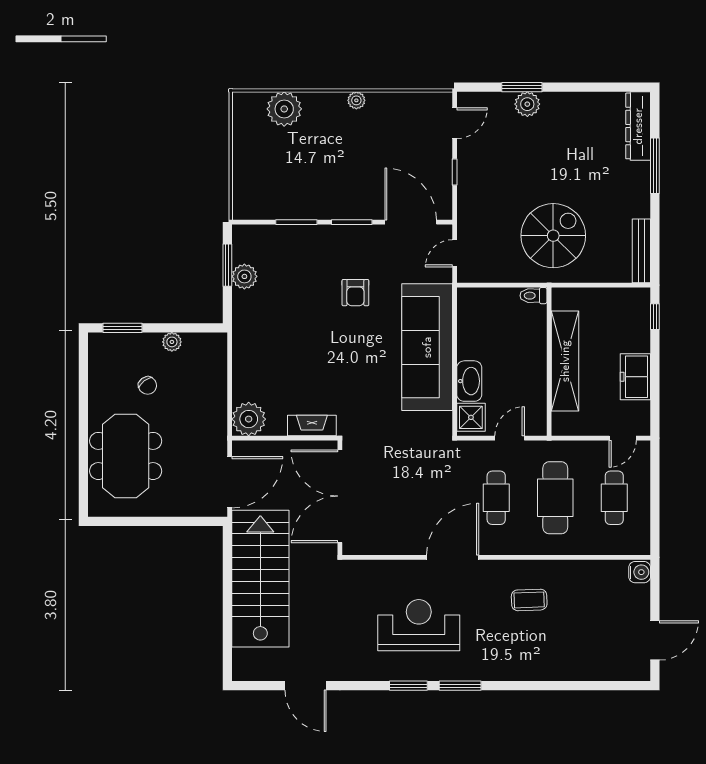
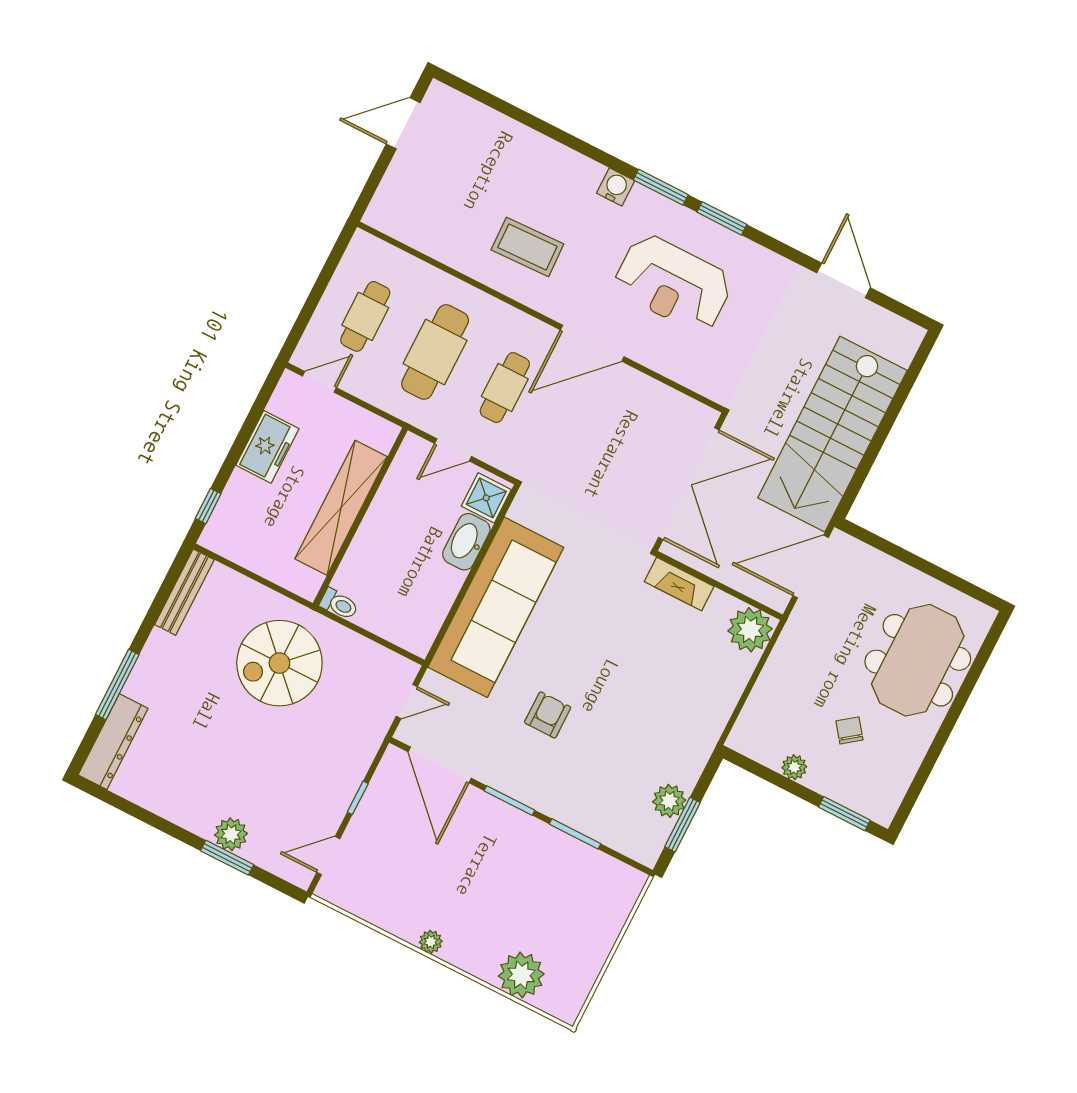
water cooler: (640, 572) -> (616, 187), moved, turned 90
coffee table: (529, 600) -> (527, 247), width x1.36, depth x1.30

